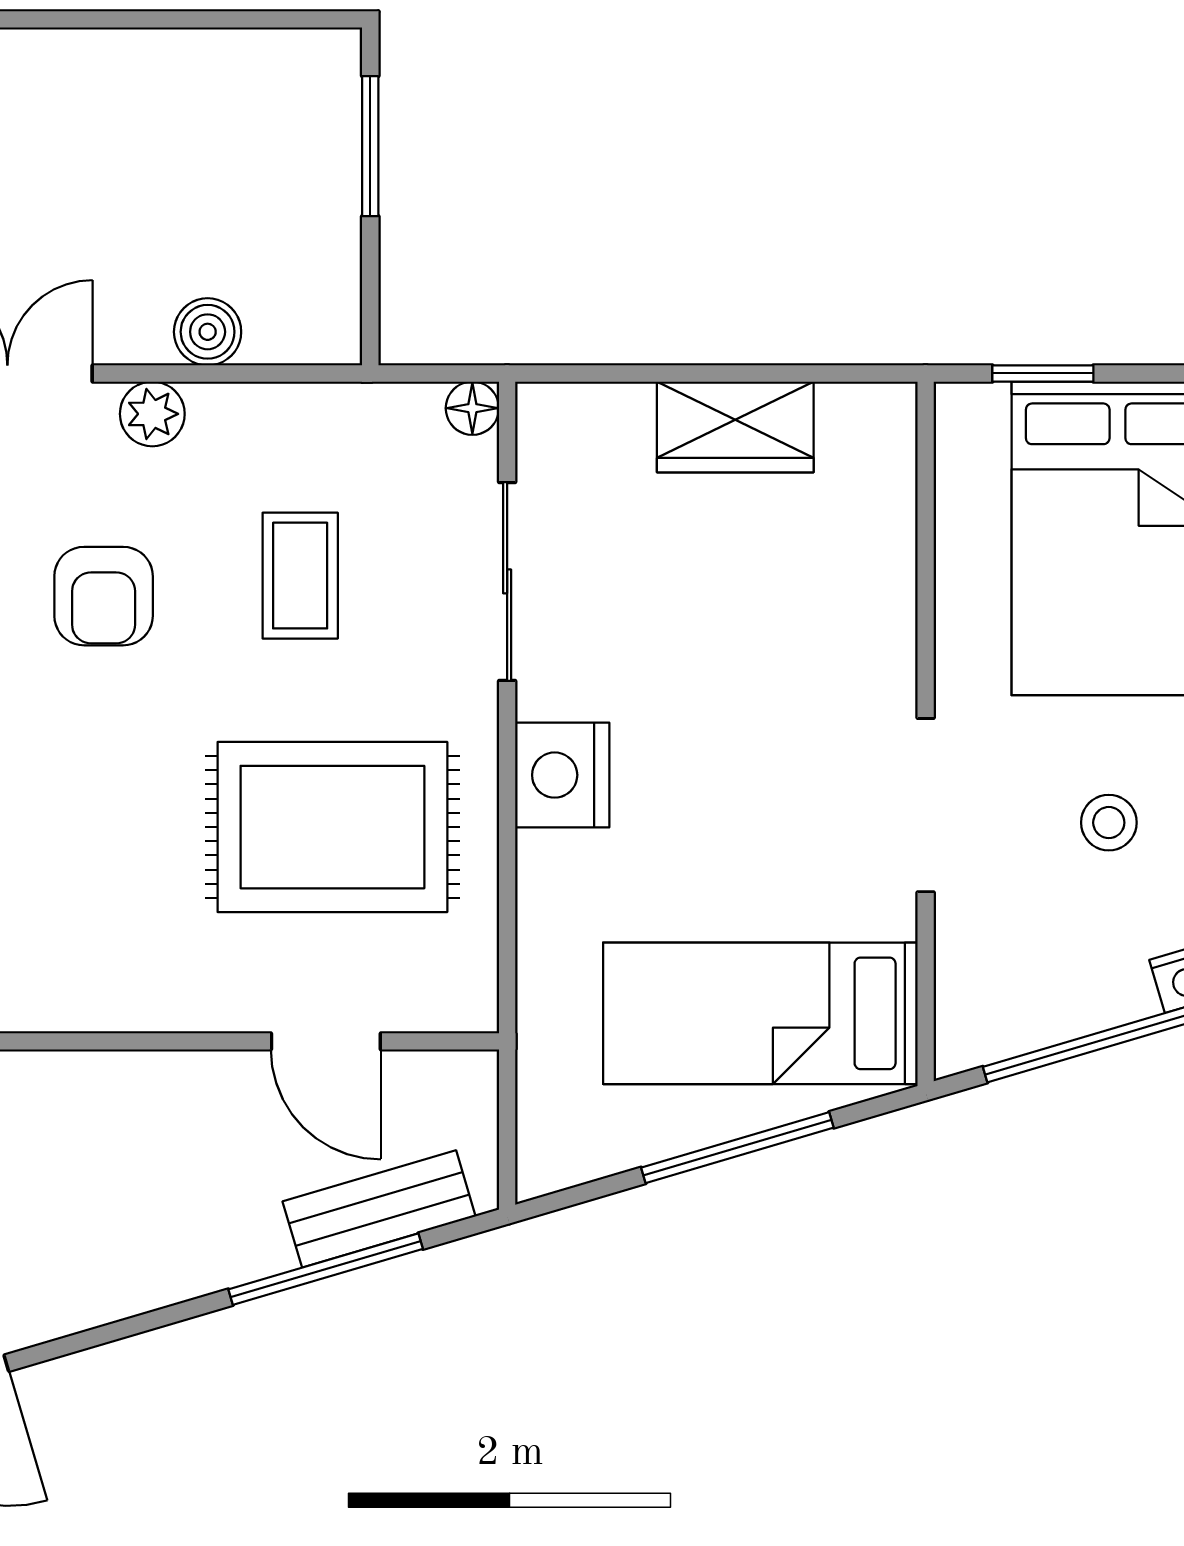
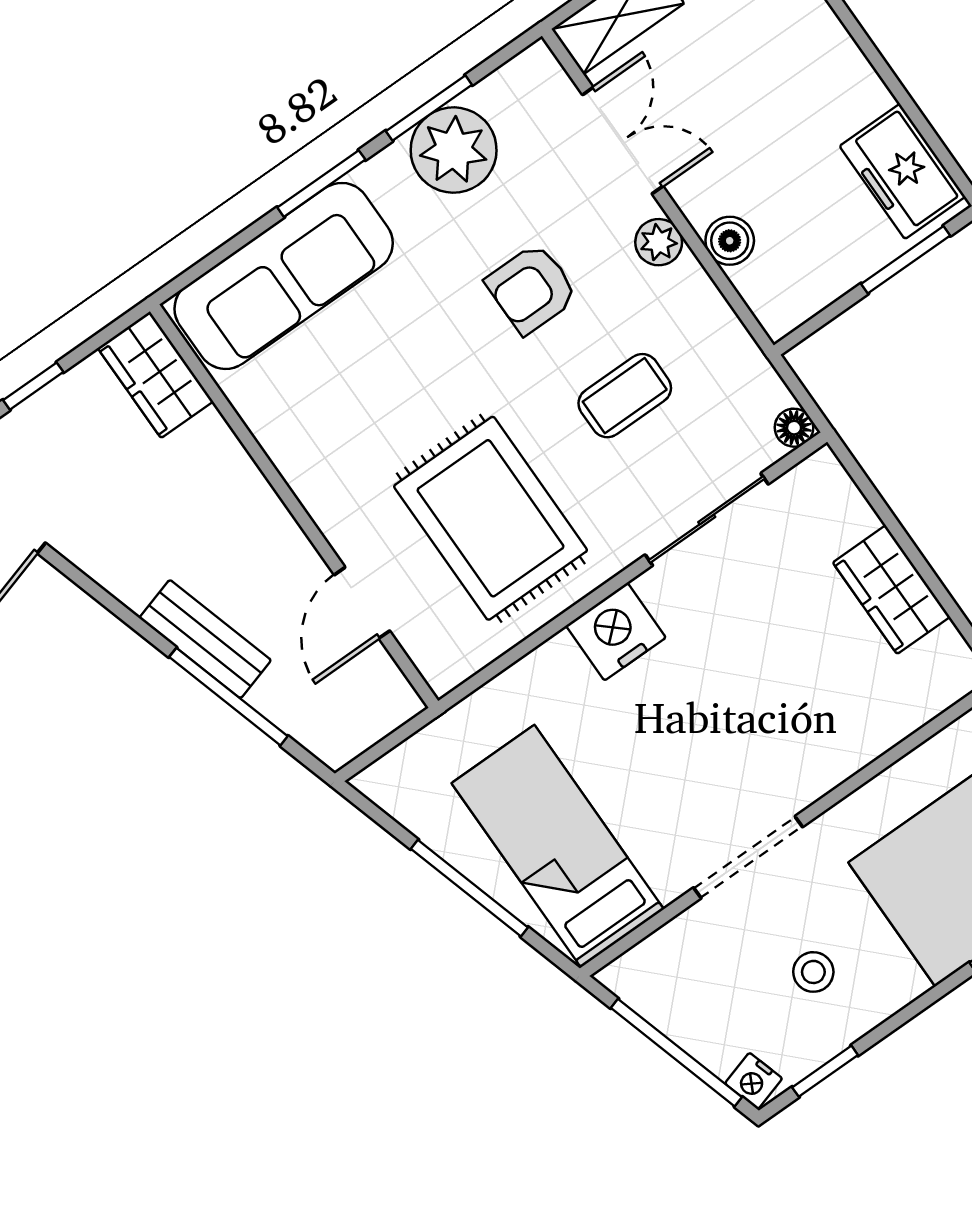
freezer: (267, 79) -> (902, 171), added
bench: (379, 1209) -> (205, 639), moved

